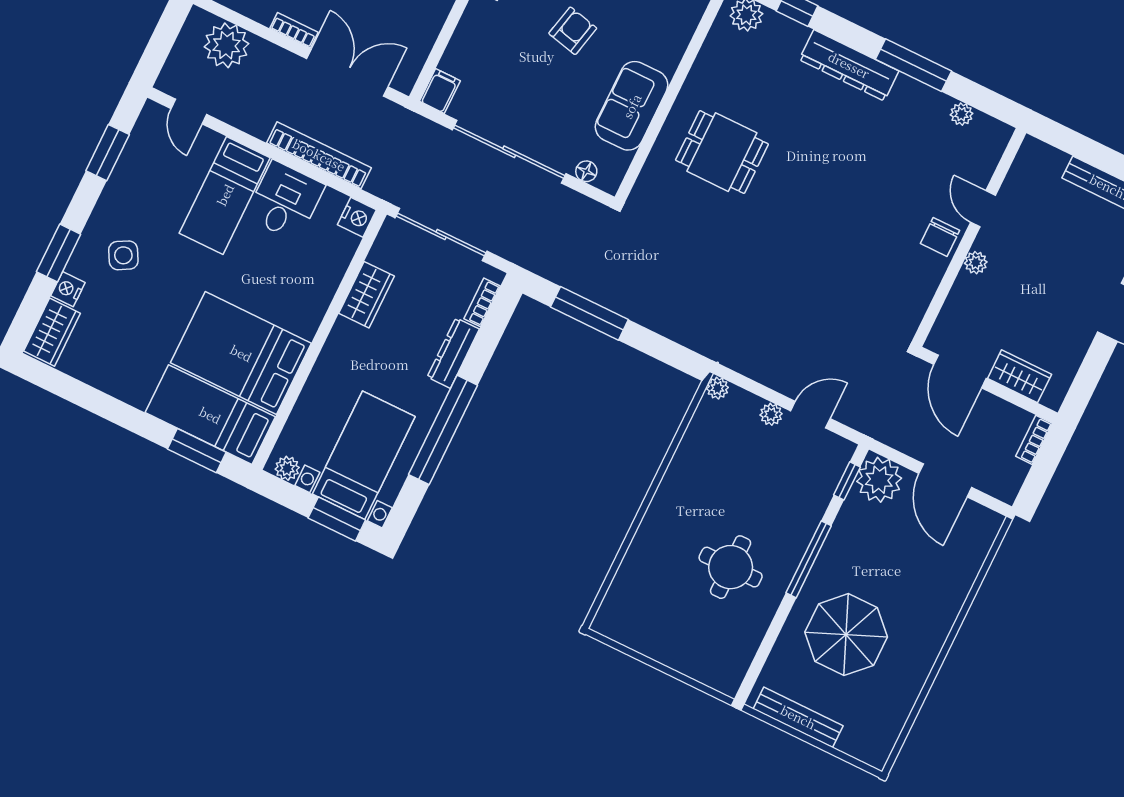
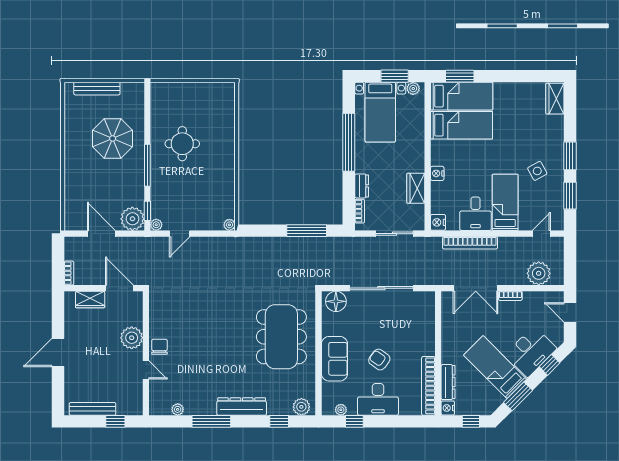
armchair: (573, 31) -> (379, 360), turned 113
filing cabinet: (440, 91) -> (428, 301), removed
sofa: (632, 106) -> (334, 359), moved
door: (189, 111) -> (541, 234), hinge flipped
window: (1078, 146) -> (115, 421), added
dining table: (722, 152) -> (281, 337), width x1.88, depth x1.24
floor lamp: (586, 171) -> (336, 301), width x1.89, depth x1.89
sliding door: (441, 235) -> (395, 234), width x0.73
window: (59, 253) -> (570, 156), moved
side table: (123, 255) -> (537, 171), moved
plant: (976, 263) -> (132, 338), width x1.87, depth x1.87
nightstand: (68, 289) -> (437, 173), moved, turned 180
bed: (241, 353) -> (461, 125), width x0.67
dresser: (453, 353) -> (362, 186), width x0.70
plant: (771, 414) -> (156, 225), moved
window: (337, 519) -> (395, 76), moved
bench: (798, 717) -> (97, 89), moved

